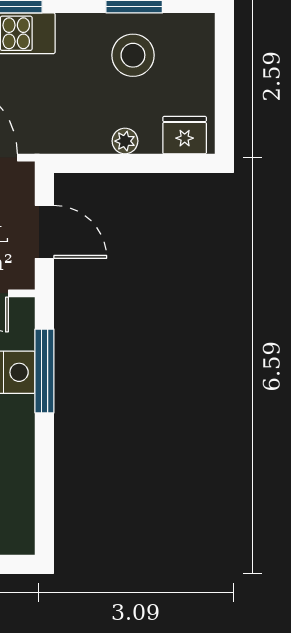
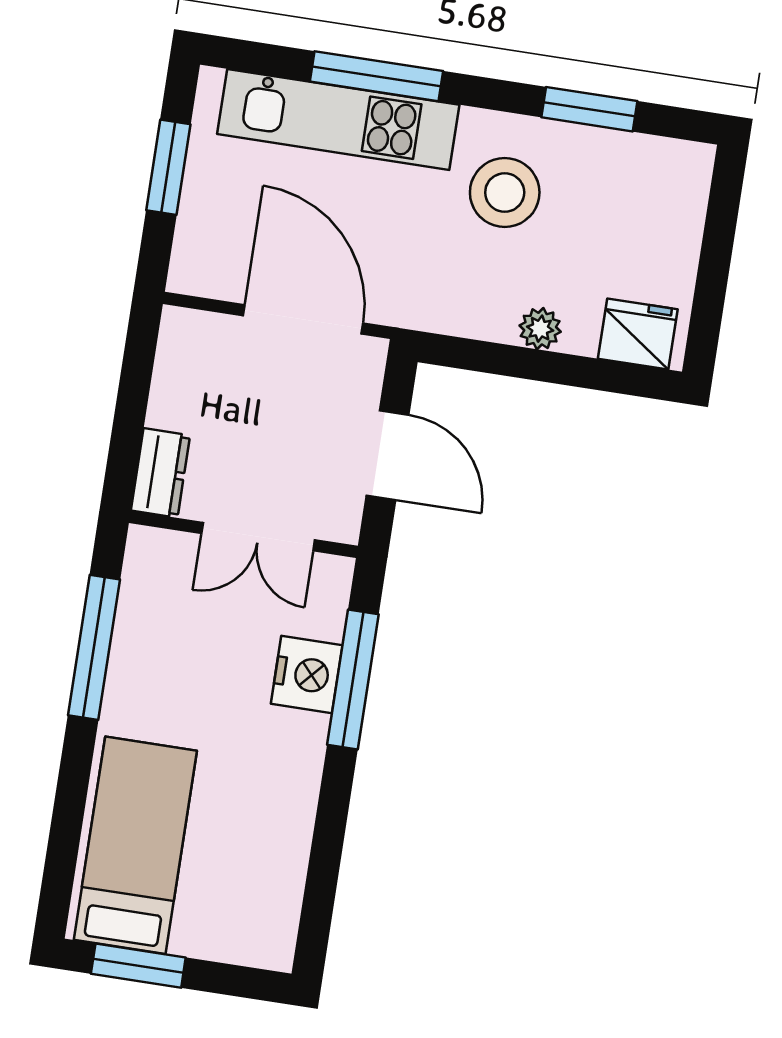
stool: (133, 55) -> (505, 193), moved

